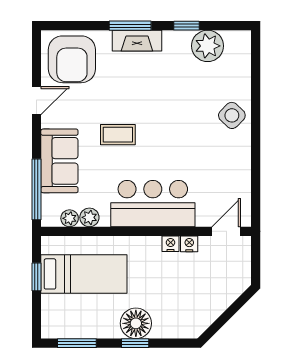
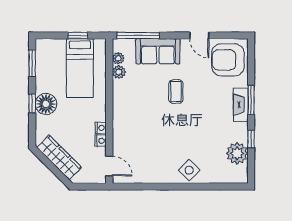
bar counter: (153, 204) -> (128, 116), removed
wardrobe: (213, 304) -> (59, 157), added

